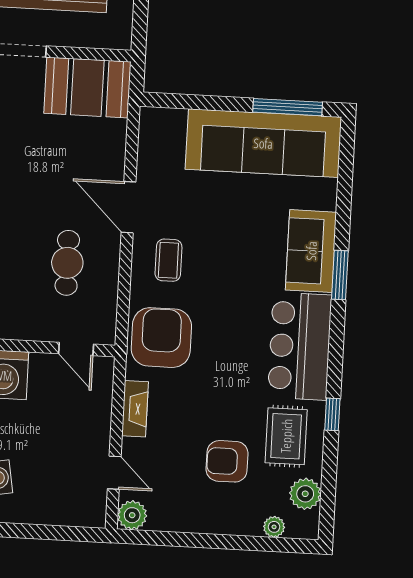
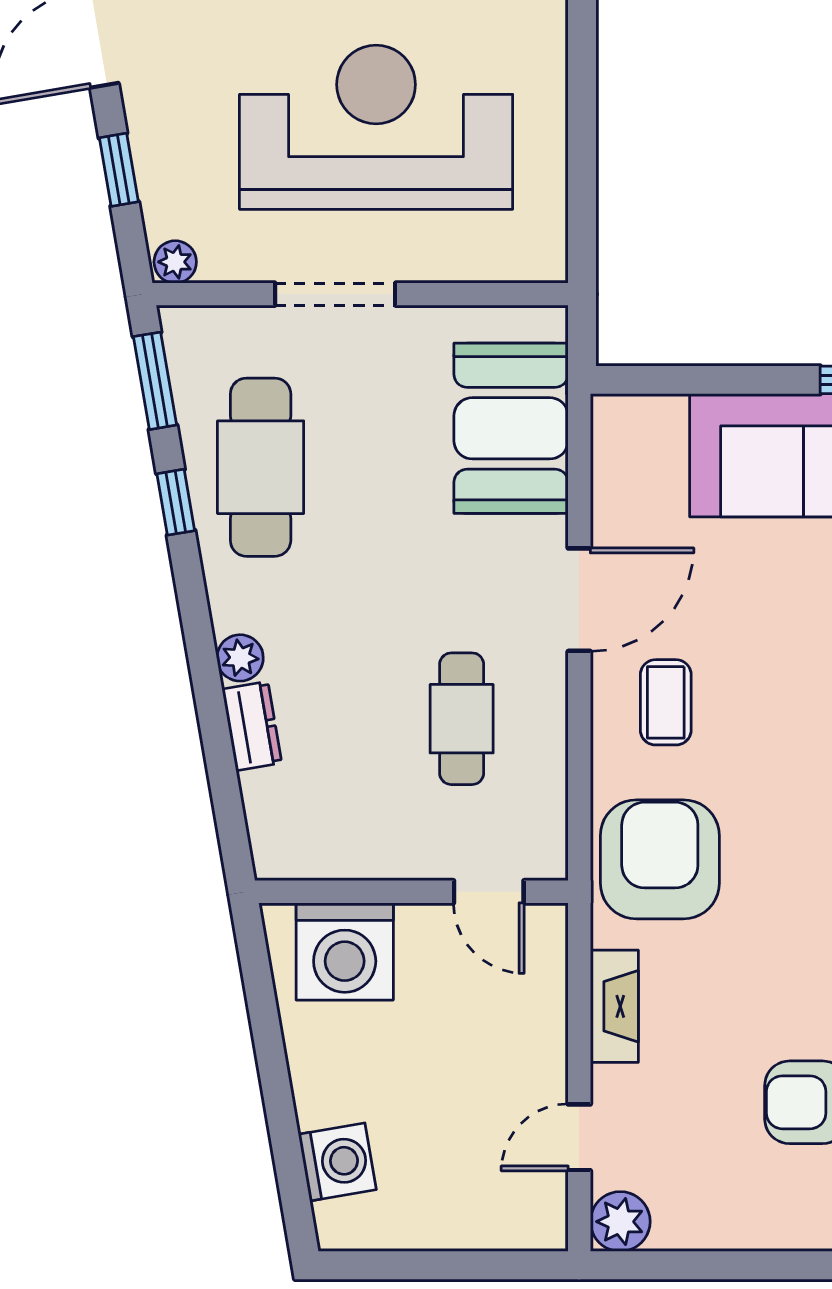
booth: (87, 88) -> (511, 428), moved, turned 90
door: (129, 207) -> (579, 600), swing flipped
door: (114, 473) -> (579, 1137), swing flipped

